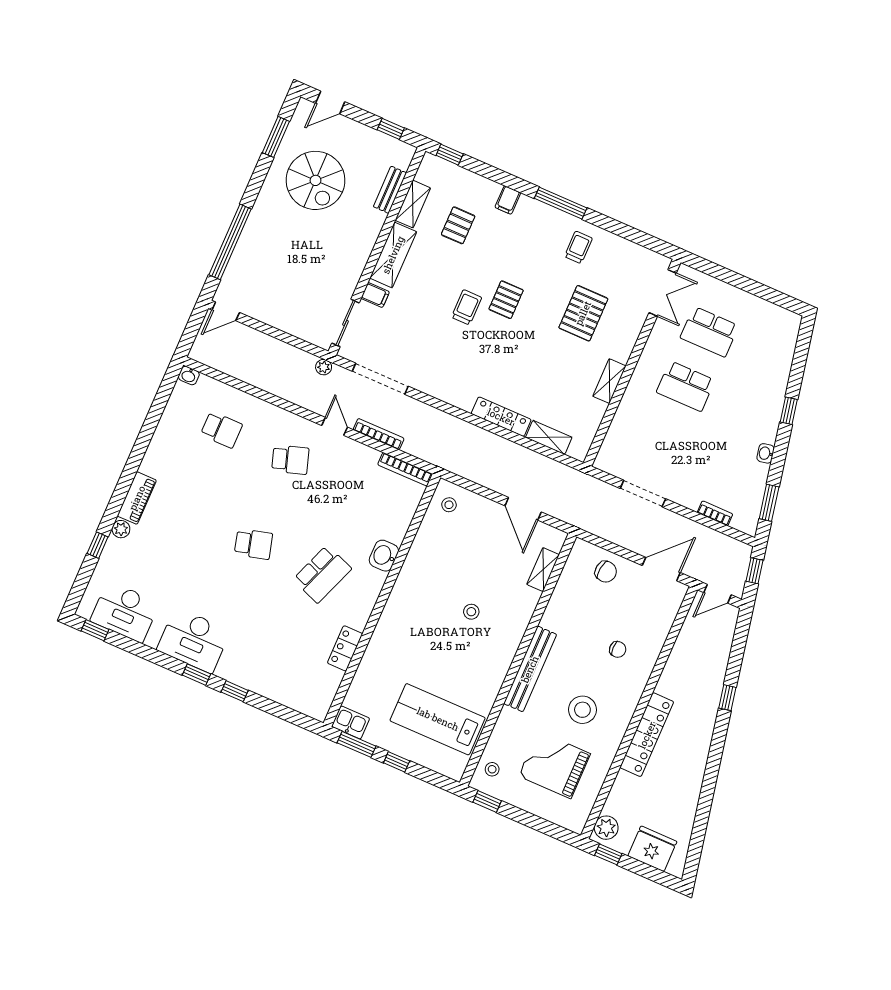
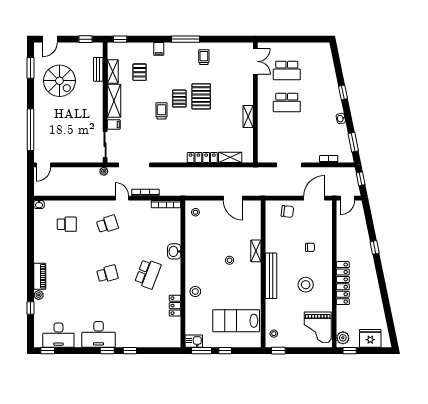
pallet: (583, 313) -> (201, 96), moved
shelving: (543, 570) -> (256, 251), moved
stool: (390, 639) -> (195, 291), added
grand piano: (554, 765) -> (318, 327), moved, turned -90

